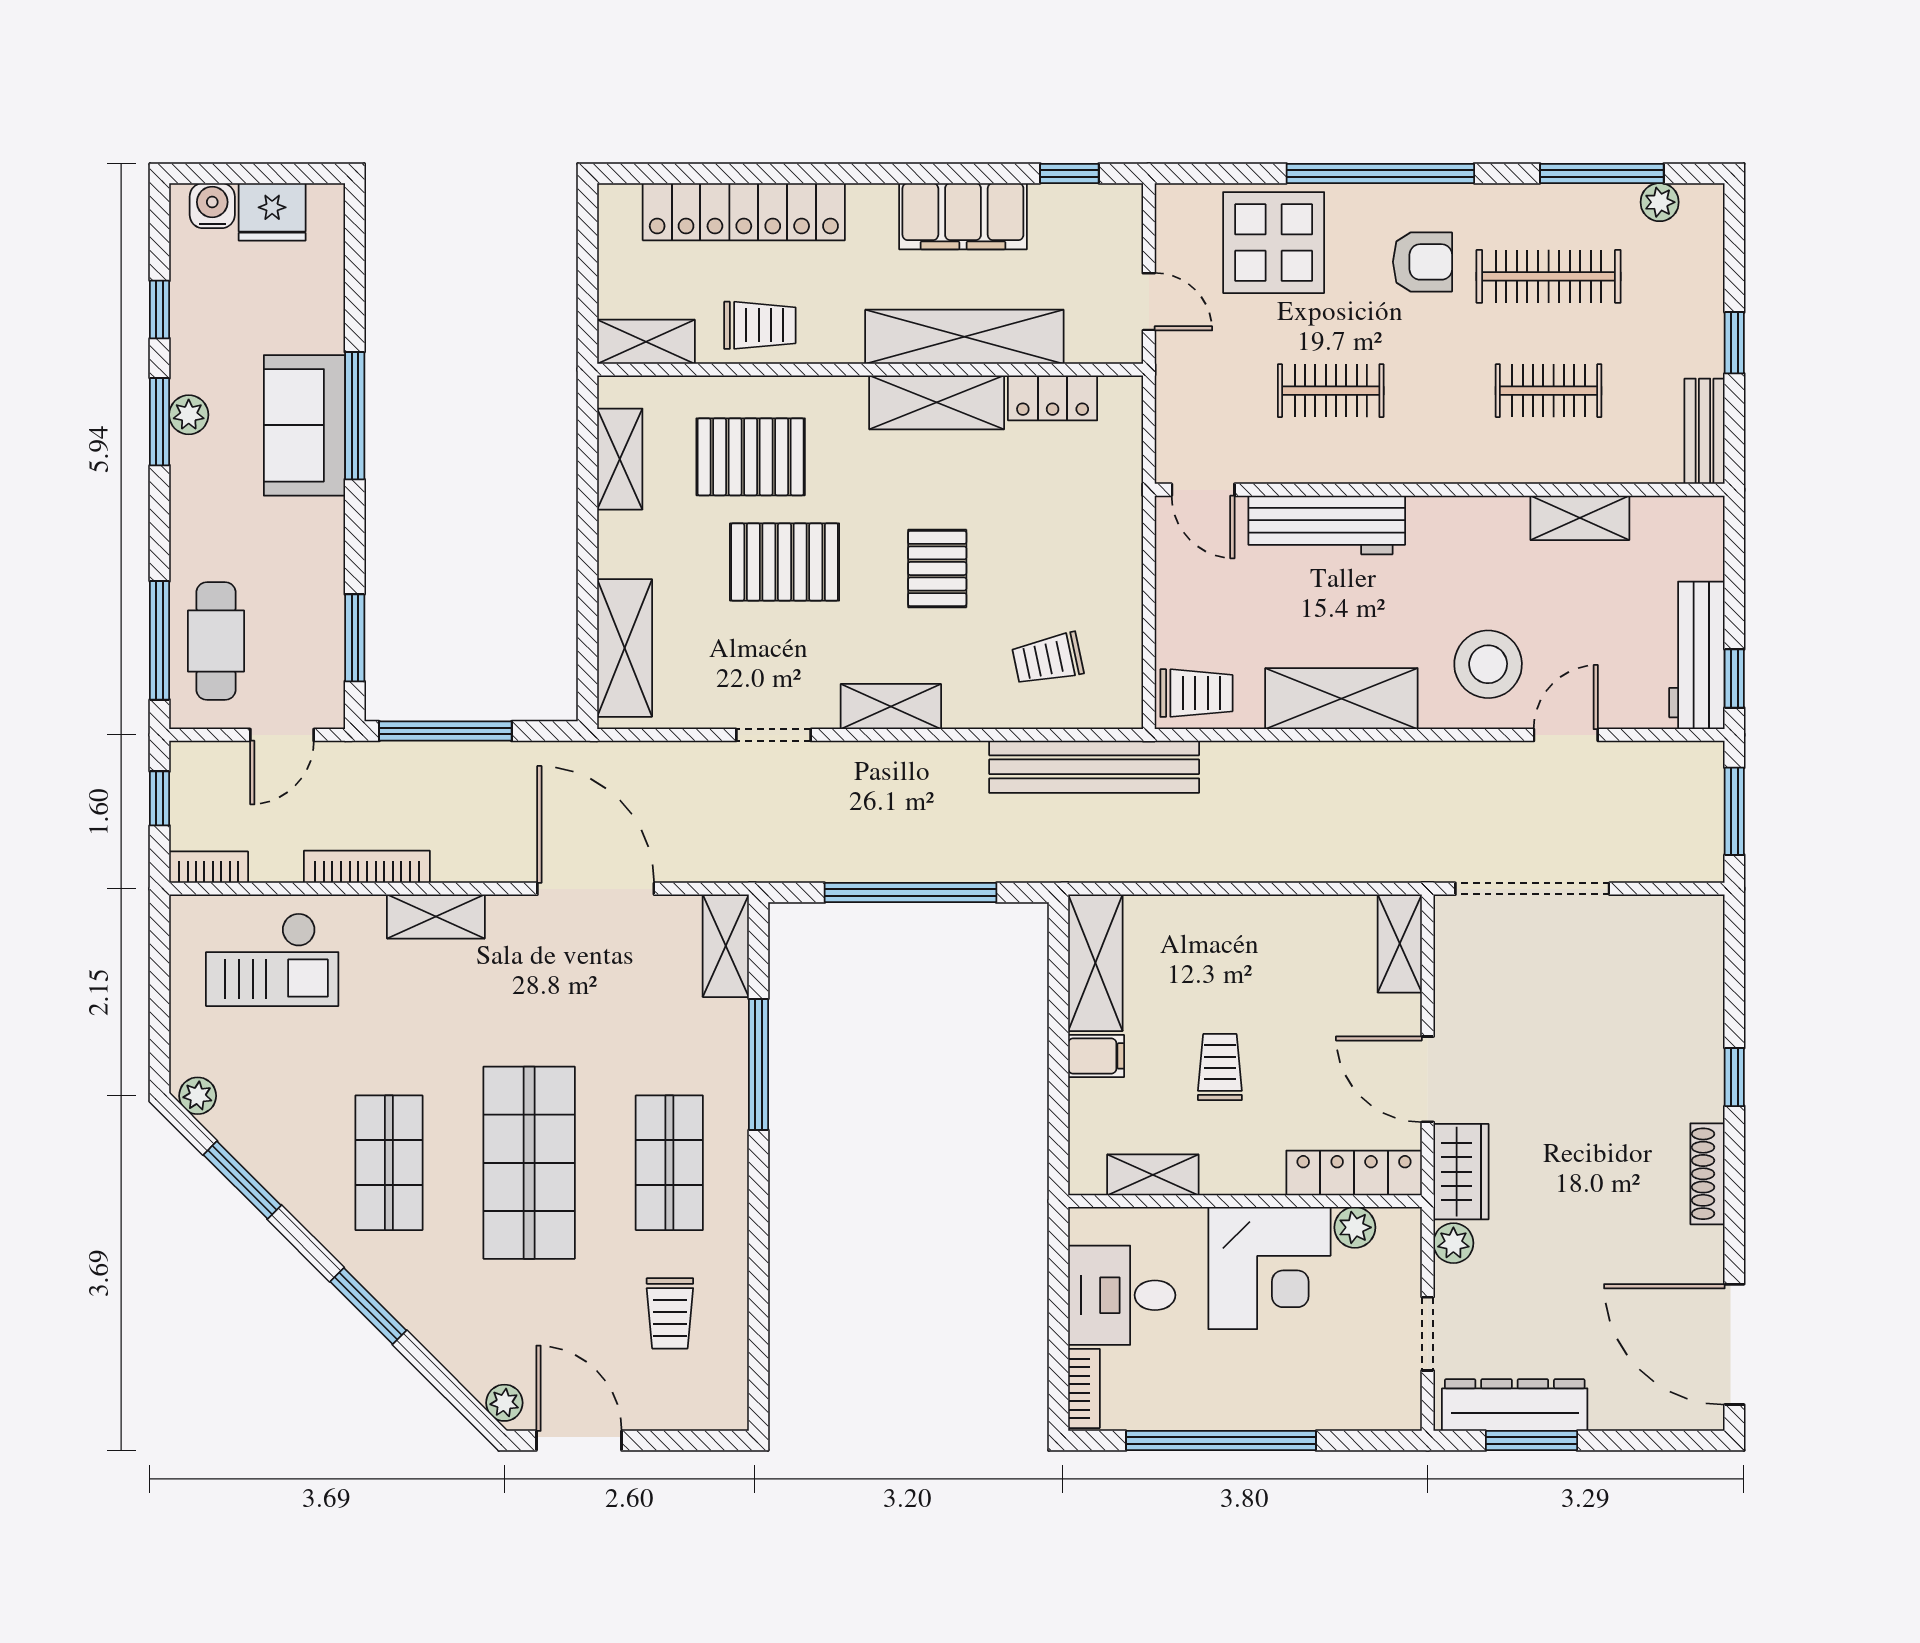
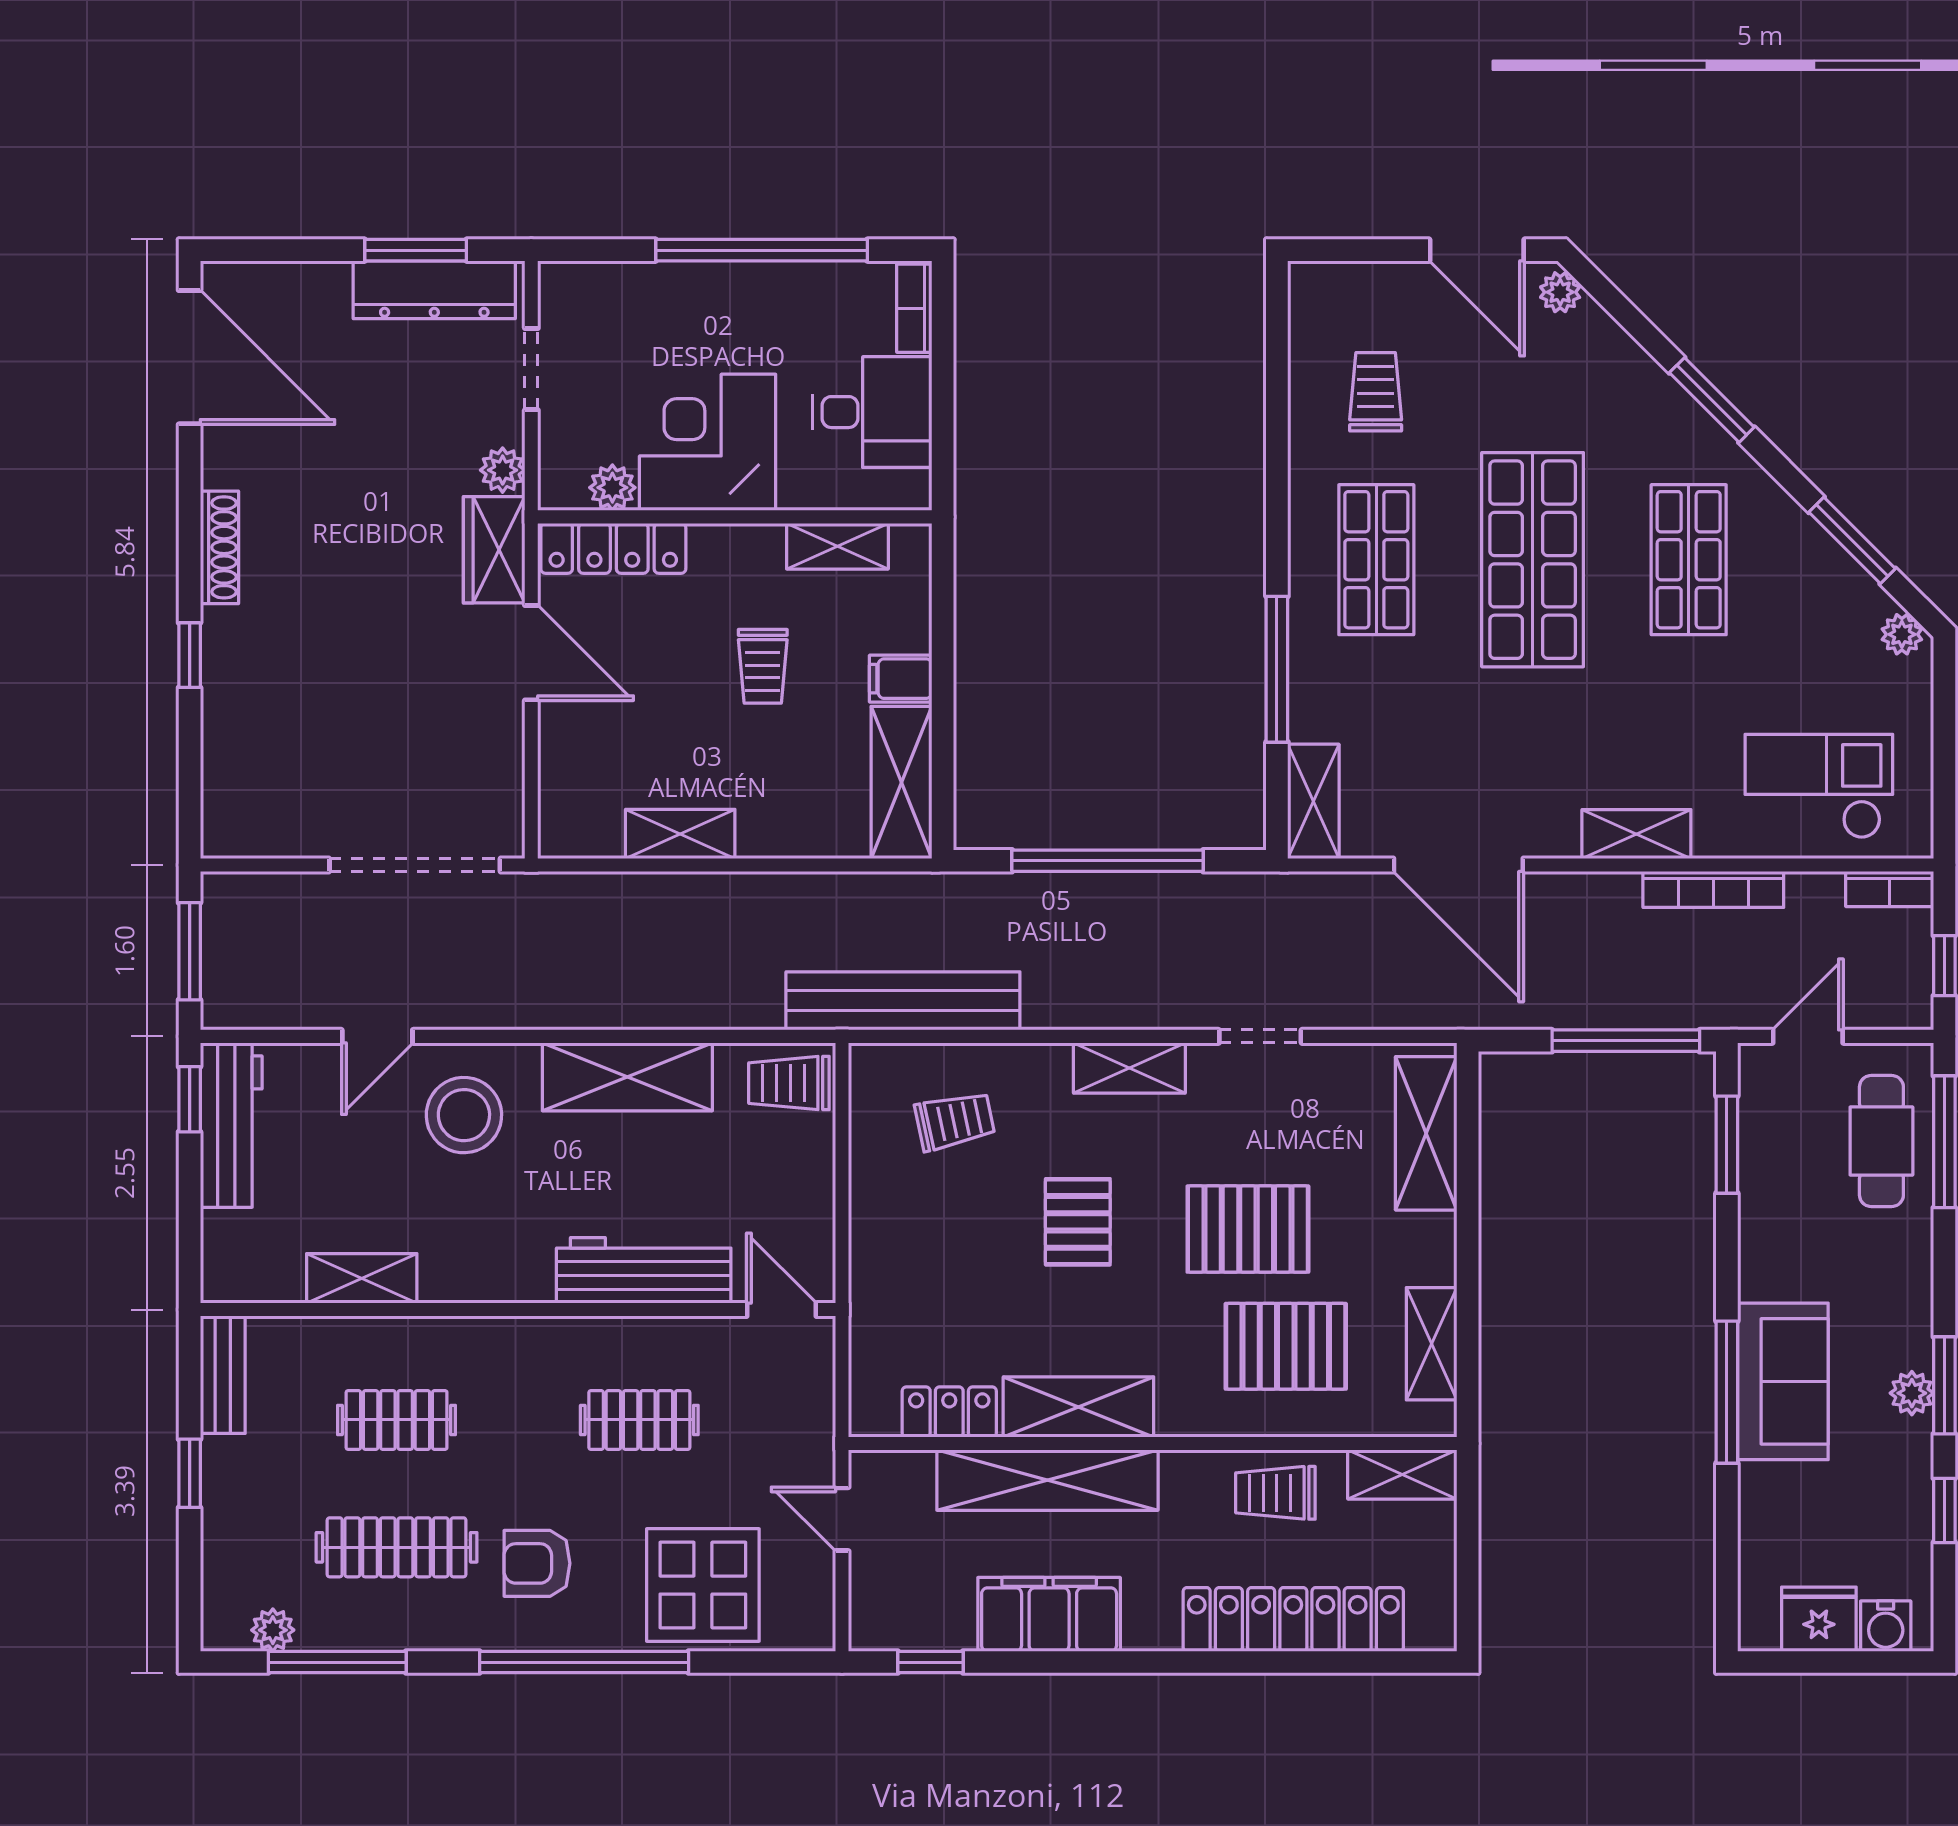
shelving: (1400, 944) -> (680, 834), moved, turned 90

